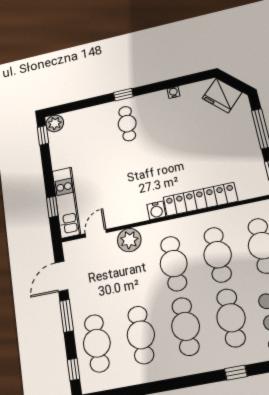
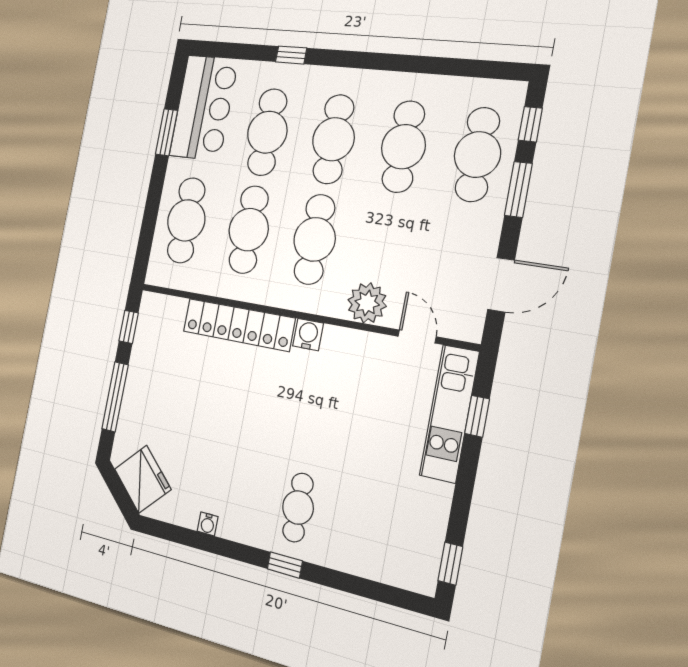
plant: (55, 123) -> (421, 576), removed
door: (96, 233) -> (417, 336), swing flipped
window: (67, 316) -> (518, 189), moved

